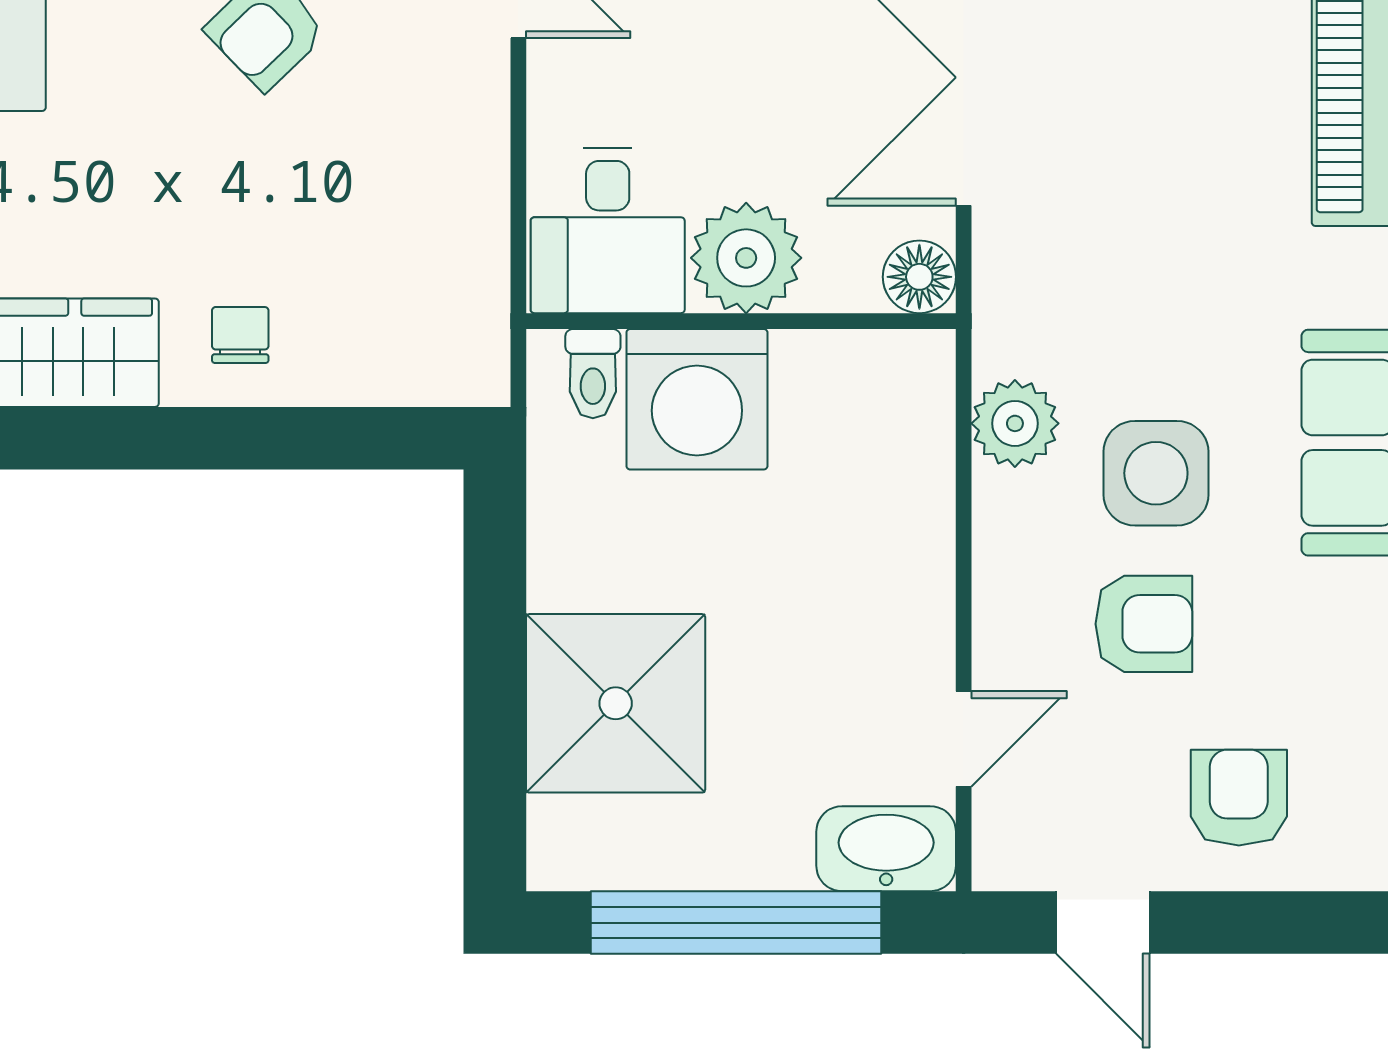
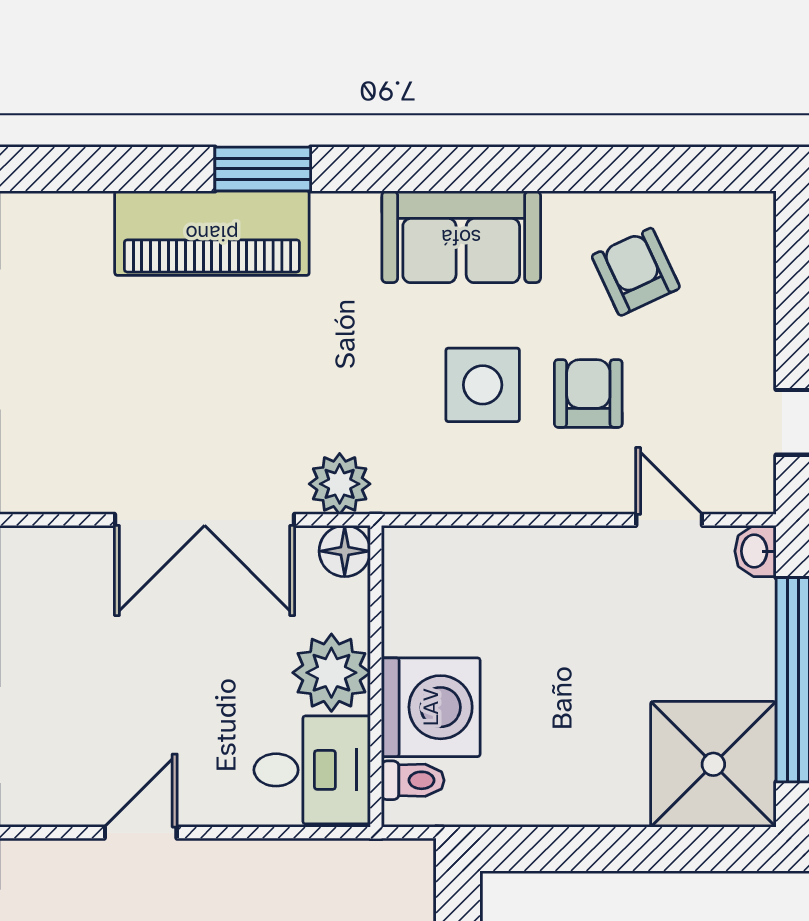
plant: (1015, 423) -> (340, 484), moved
shower: (616, 703) -> (713, 764), moved
armchair: (1239, 798) -> (636, 272), moved, turned 65
washbasin: (886, 849) -> (755, 551), width x0.52, depth x0.69

